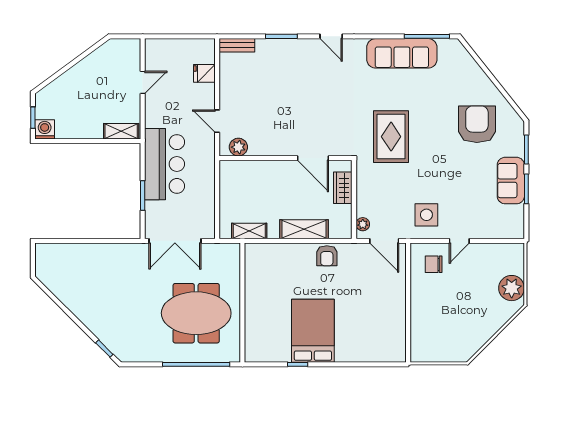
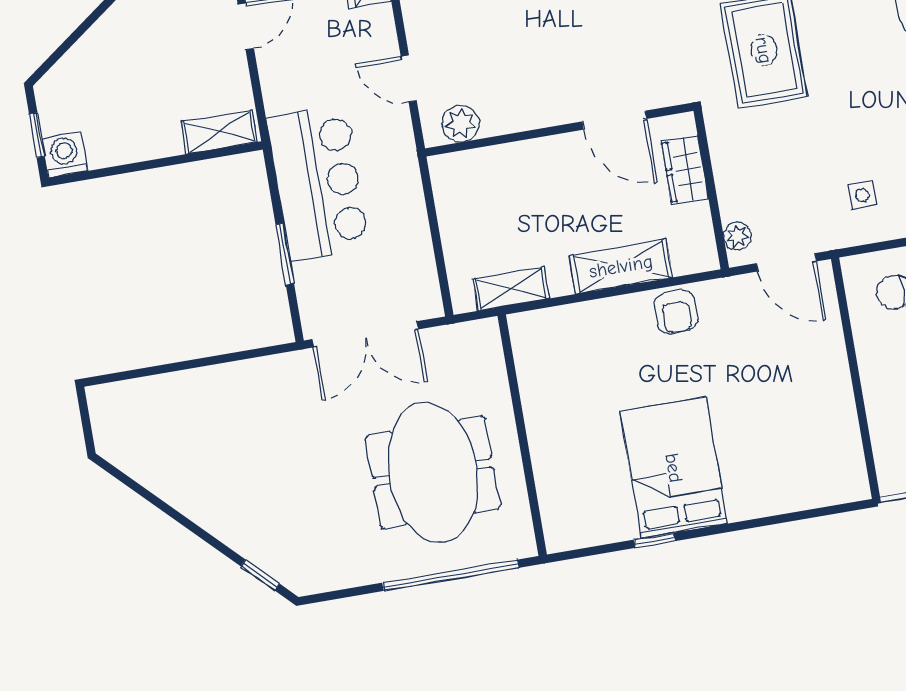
side table: (426, 215) -> (862, 195), width x0.54, depth x0.54
meeting table: (196, 313) -> (433, 472), turned 90

